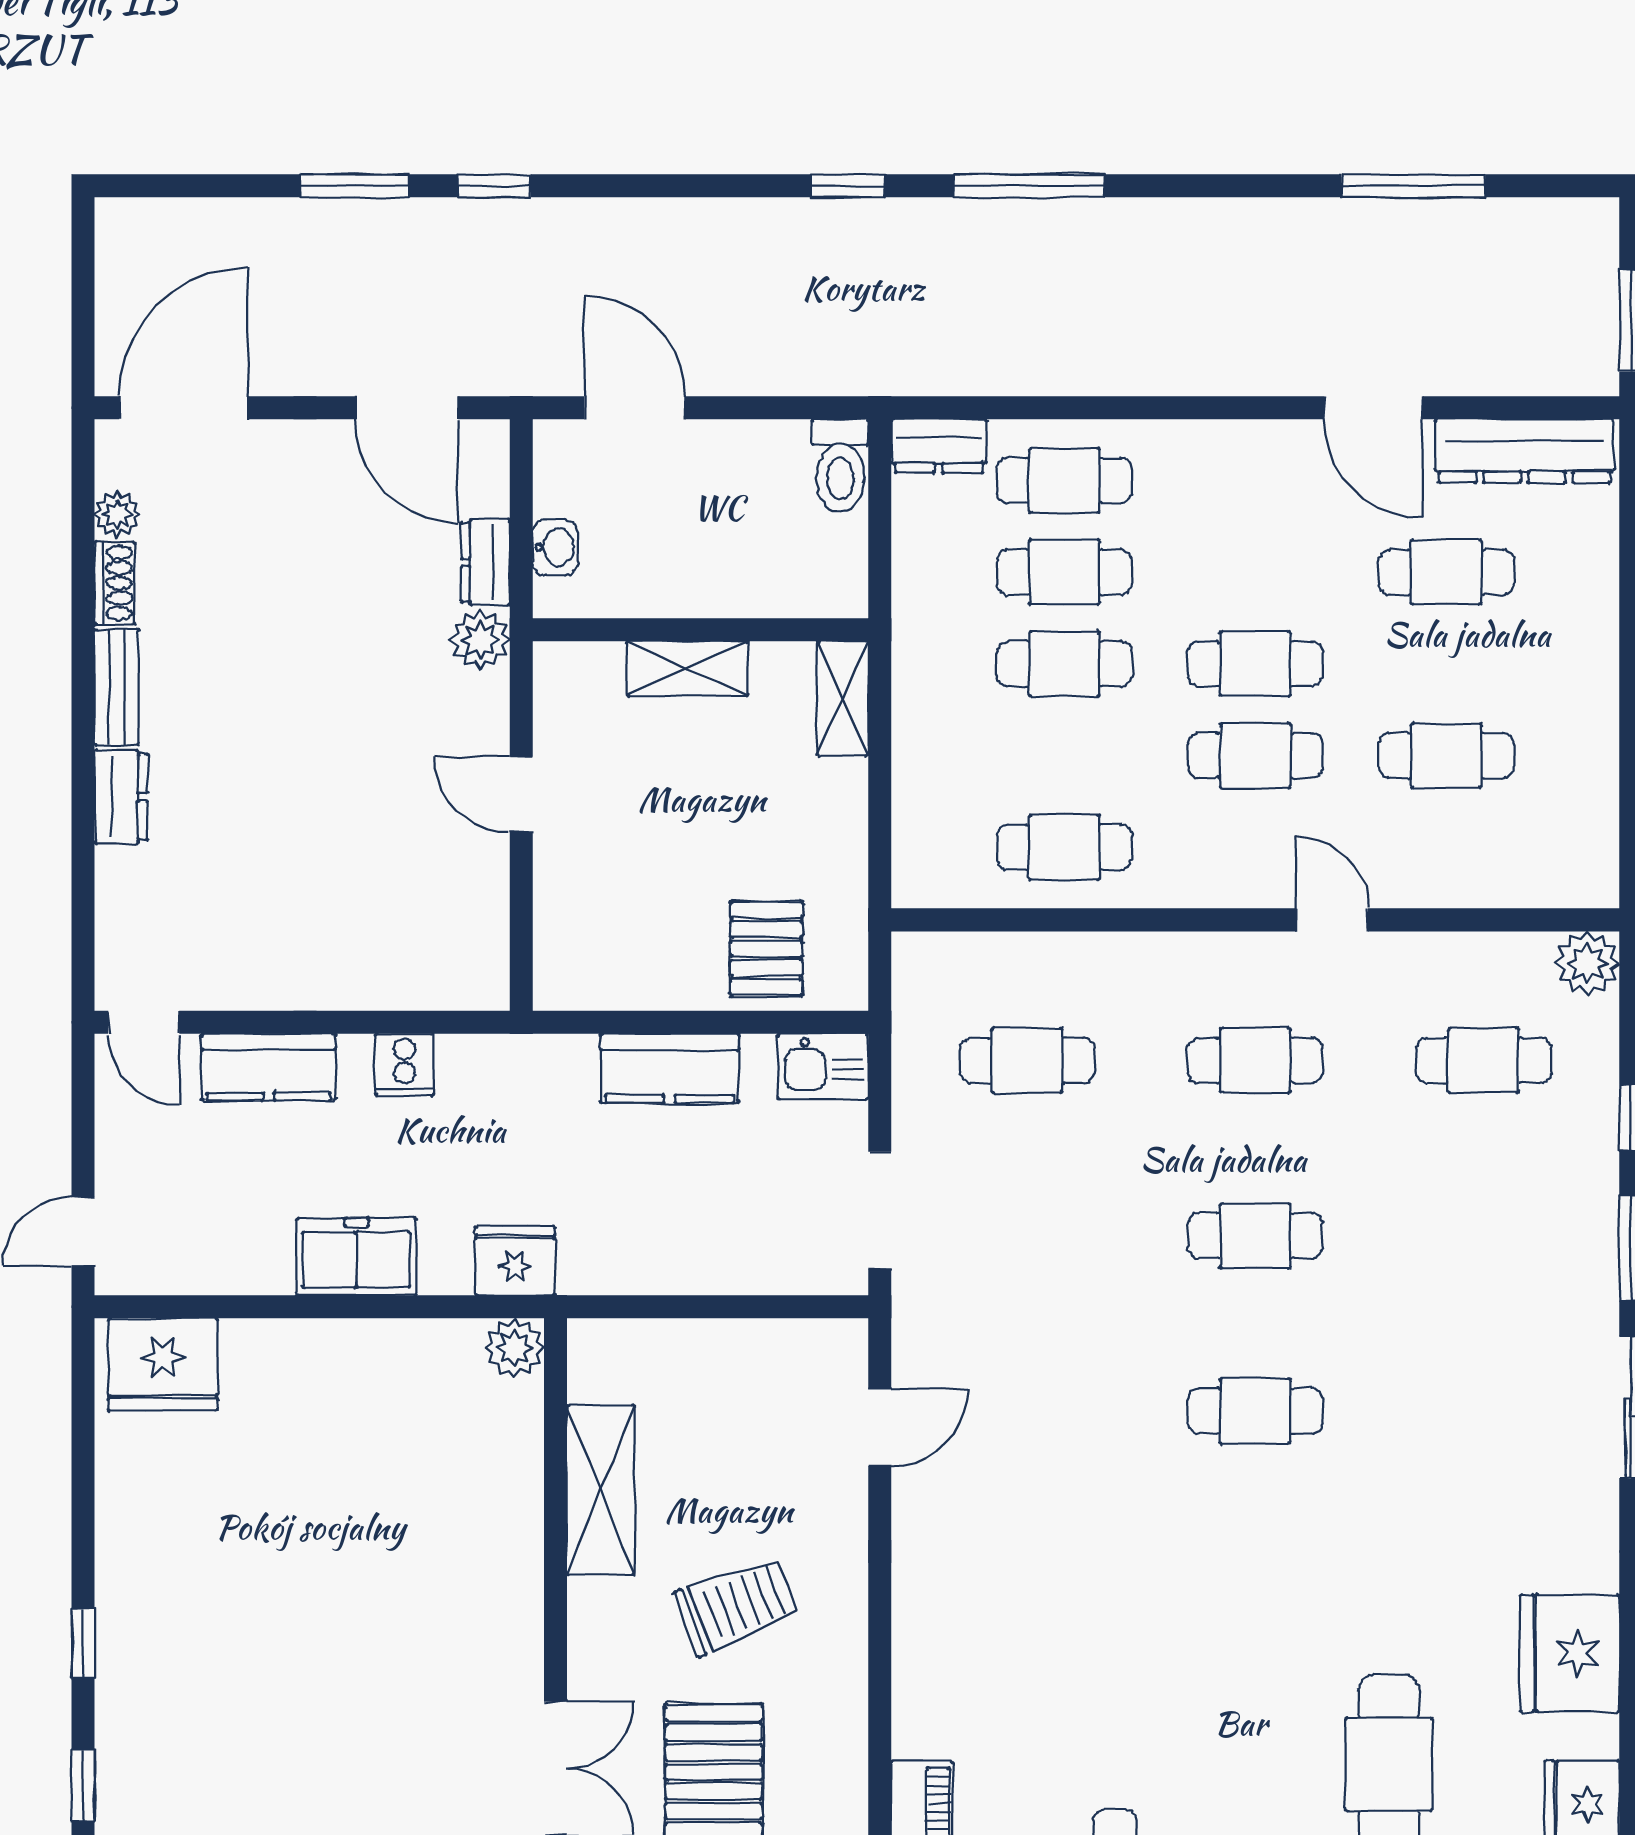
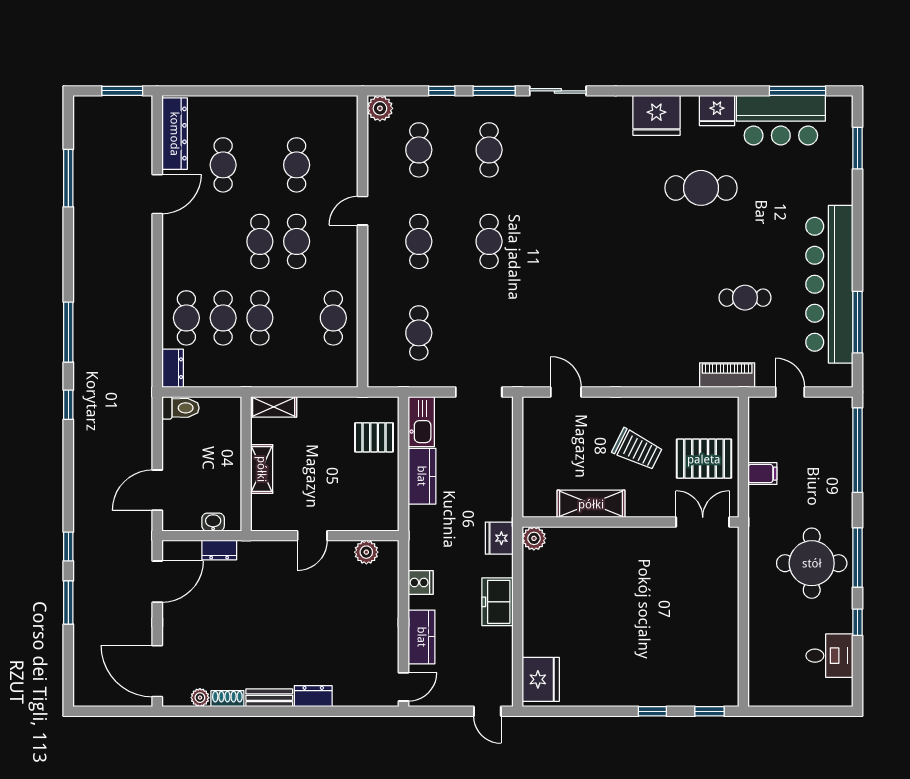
plant: (480, 640) -> (366, 552), moved
kitchen sink: (823, 1067) -> (421, 422), width x1.38
cafe table: (1255, 1411) -> (489, 150), moved
trolley: (737, 1605) -> (637, 449), turned 137

